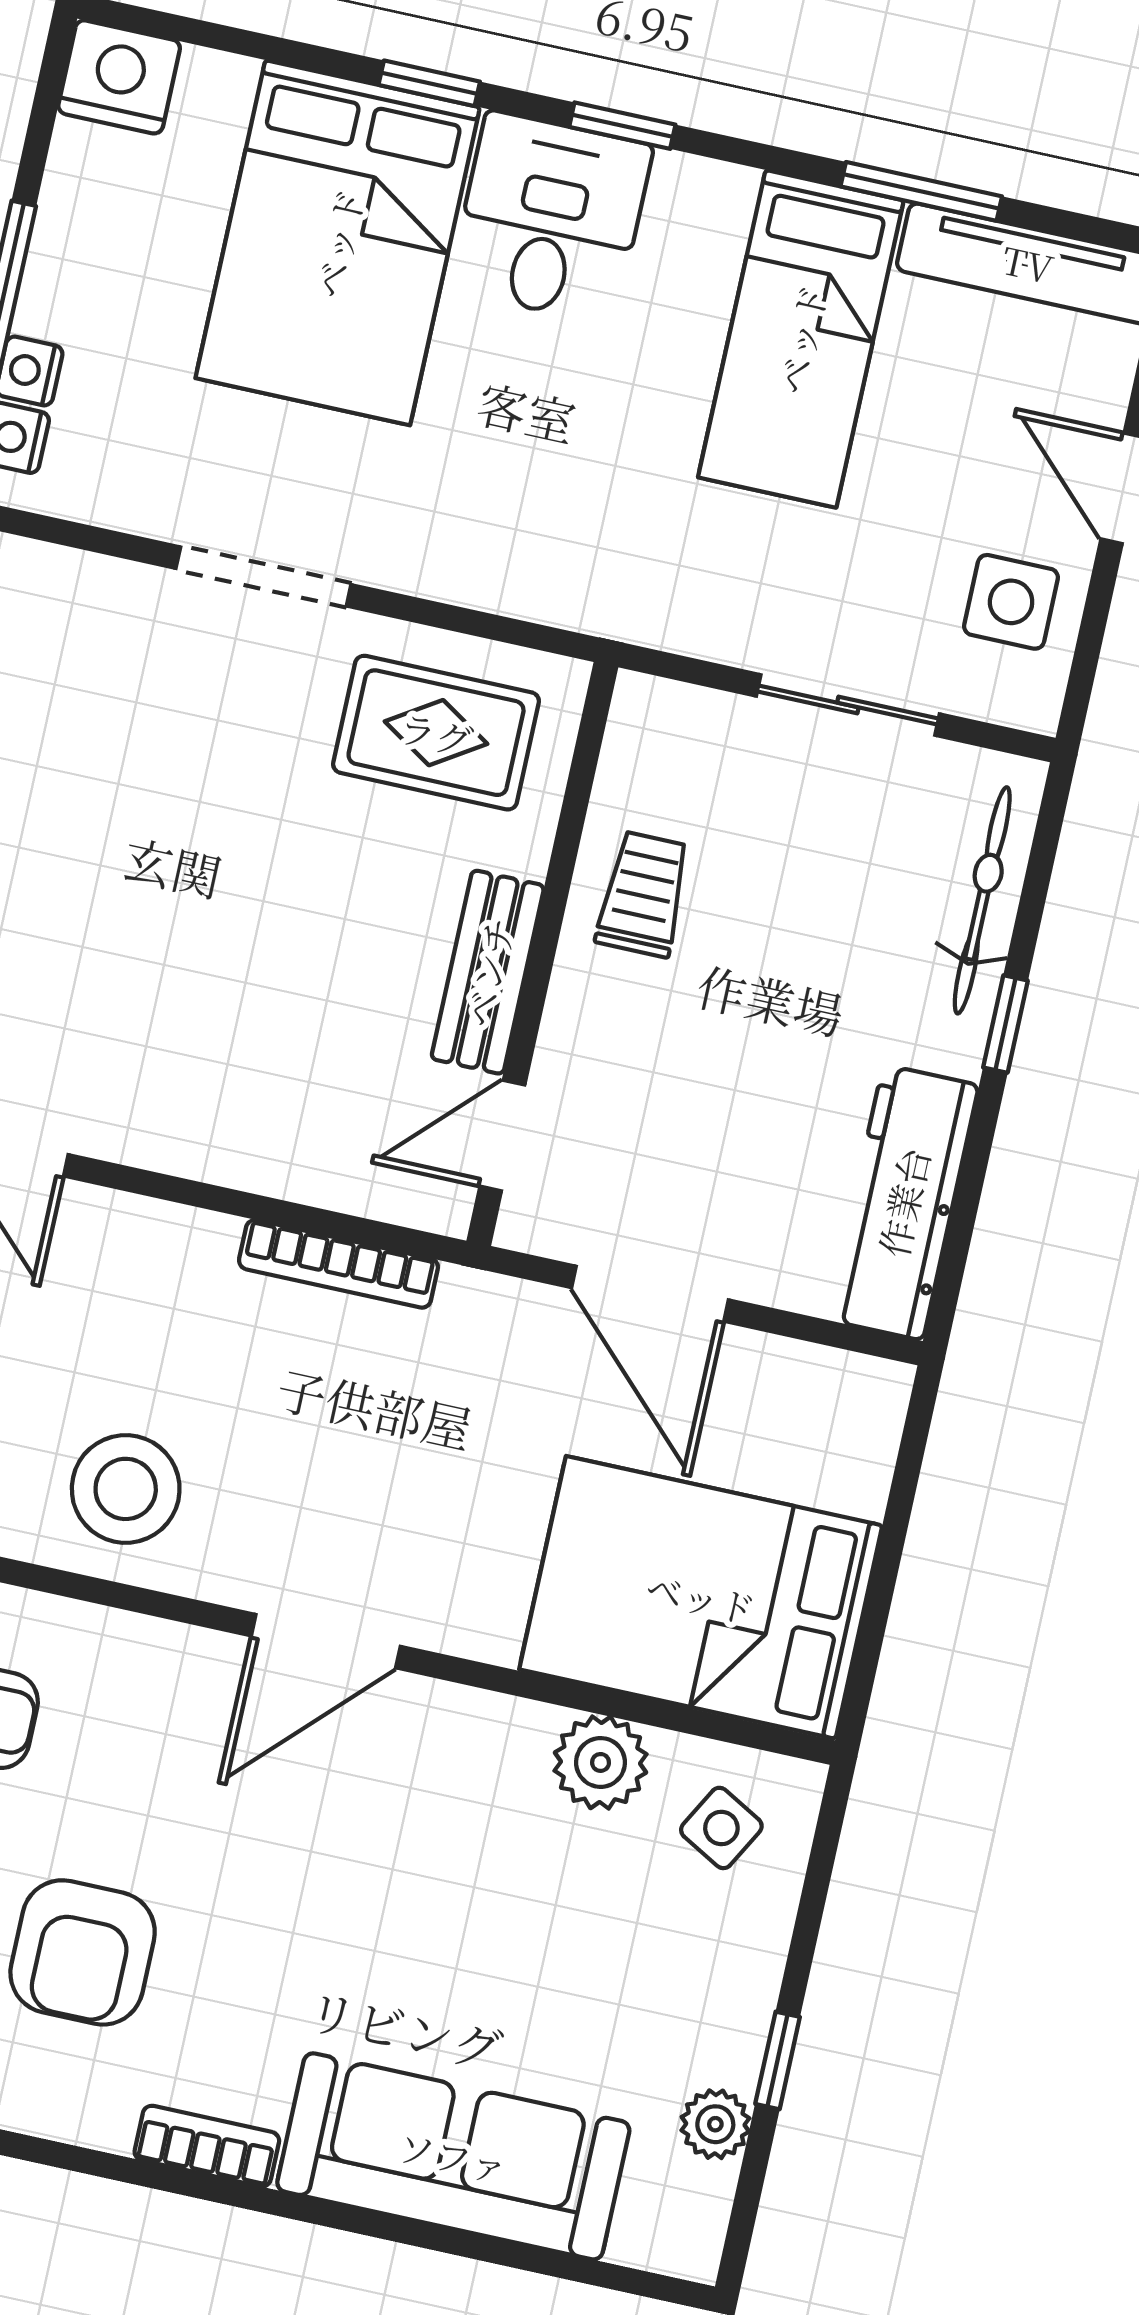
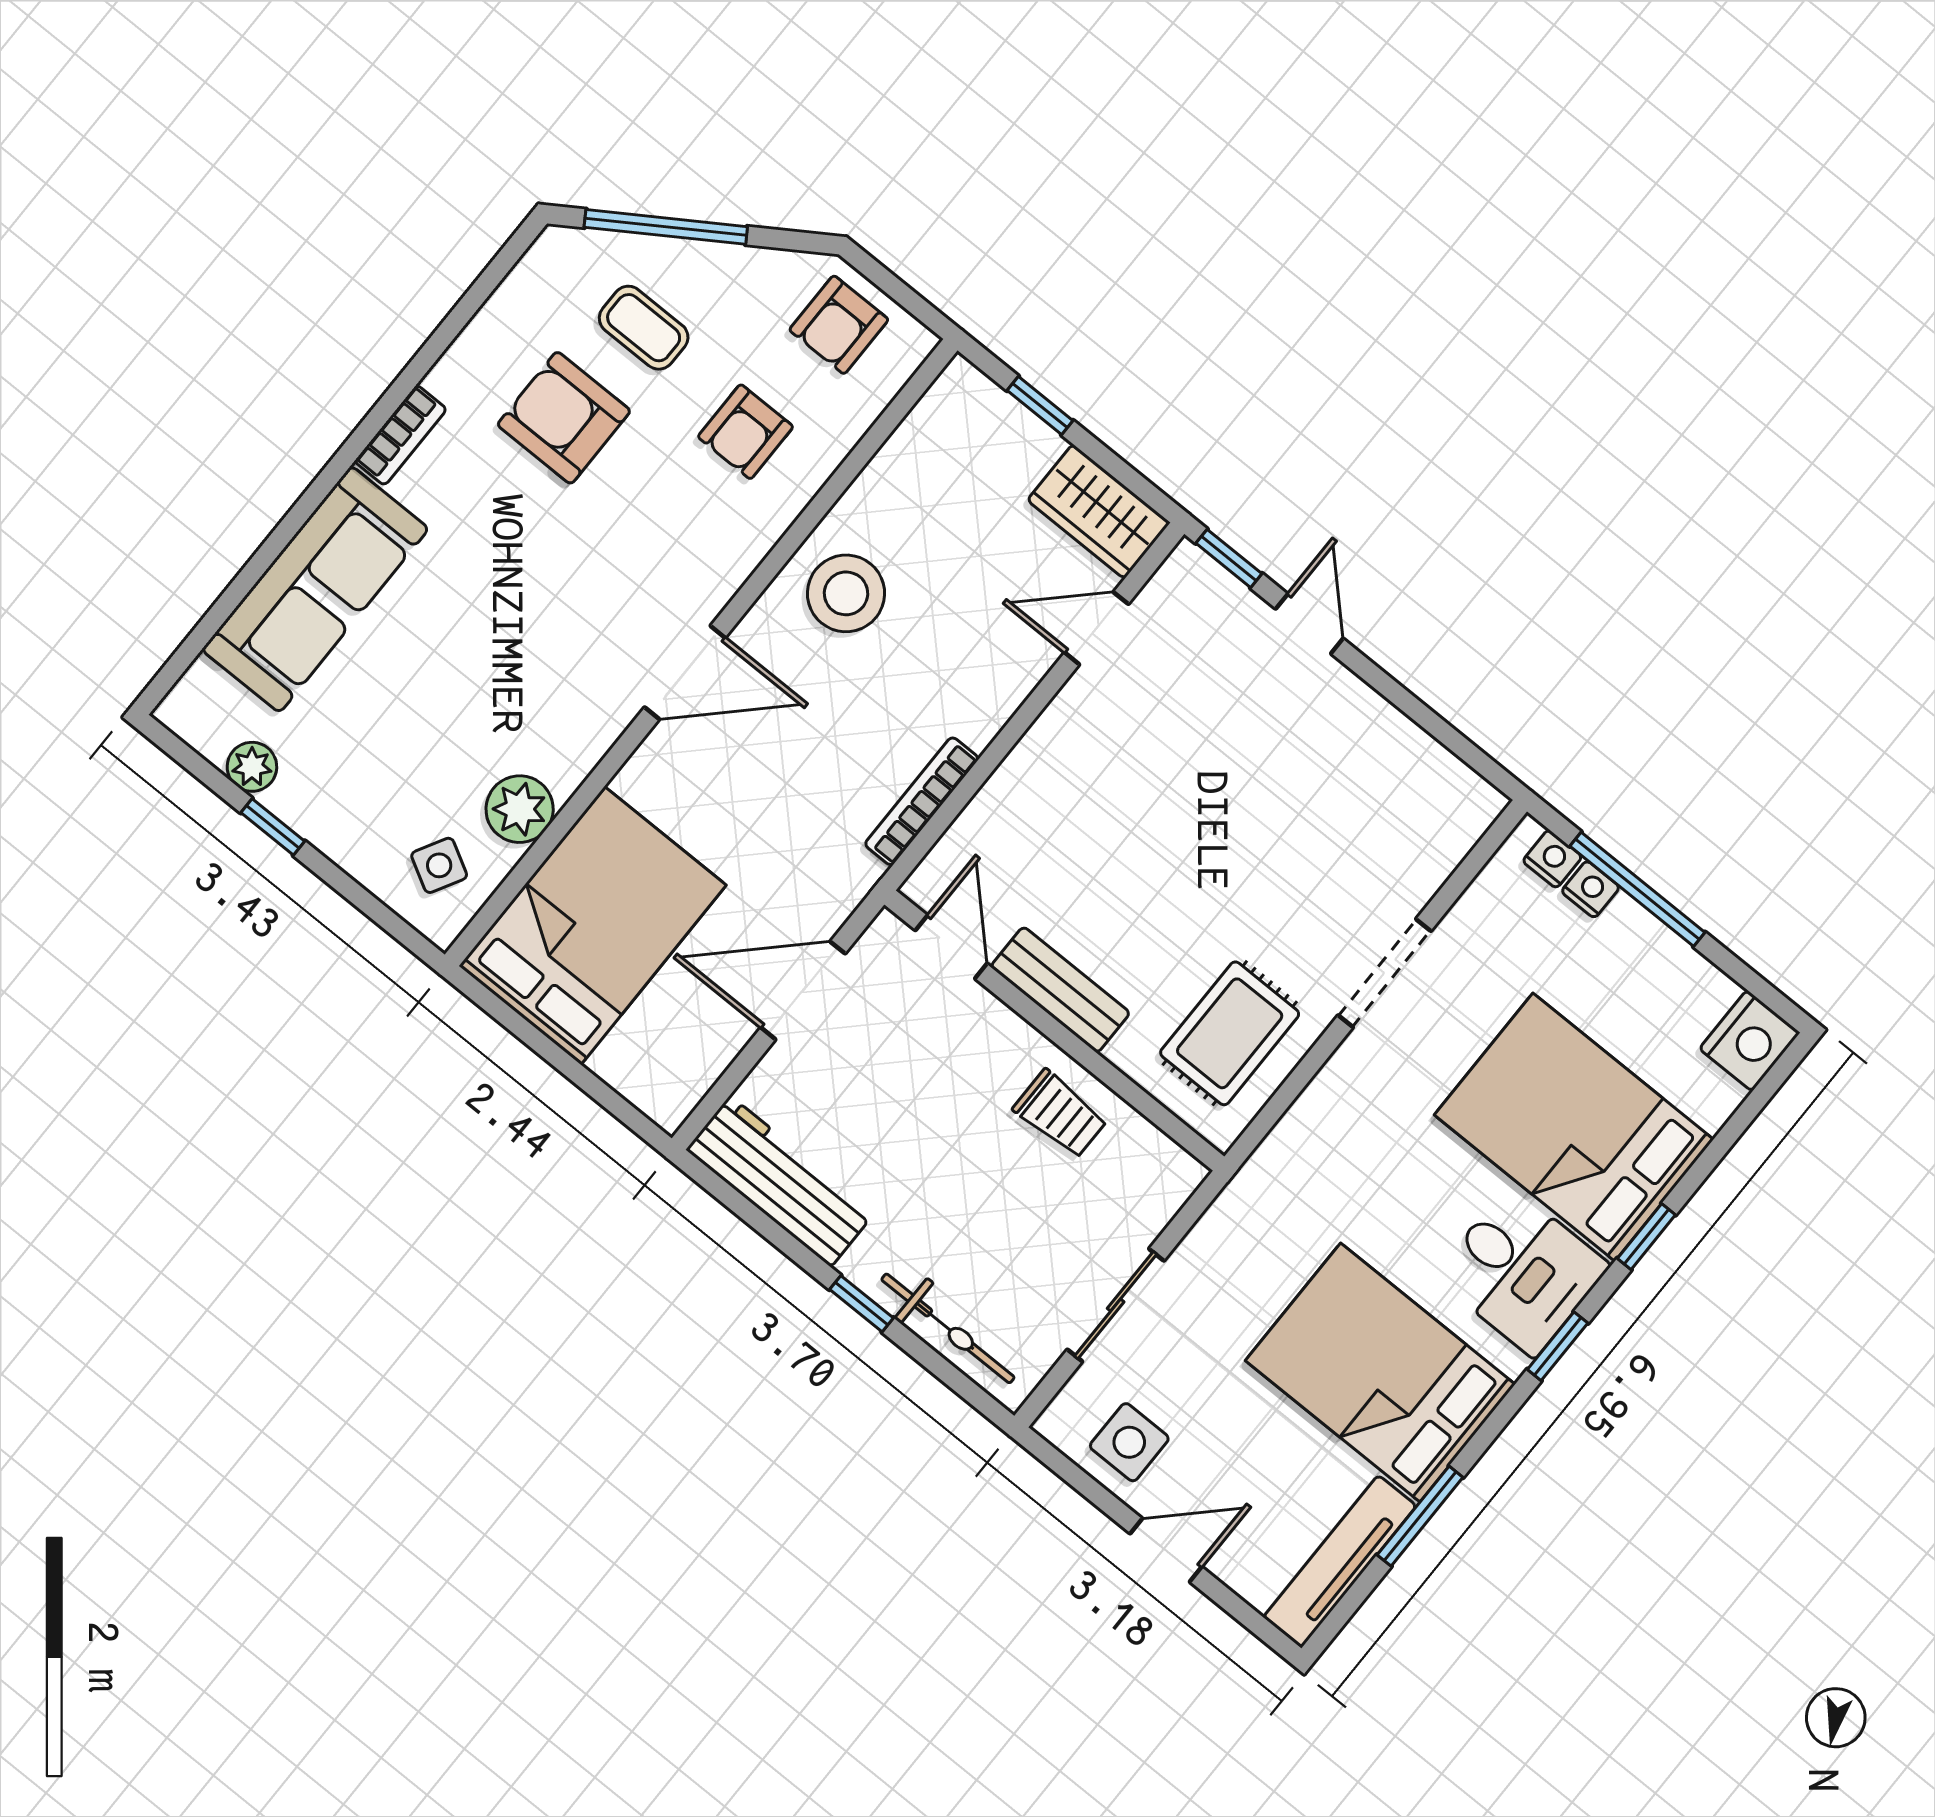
bed: (801, 339) -> (1380, 1372), width x1.50
door: (326, 1641) -> (685, 673), swing flipped

